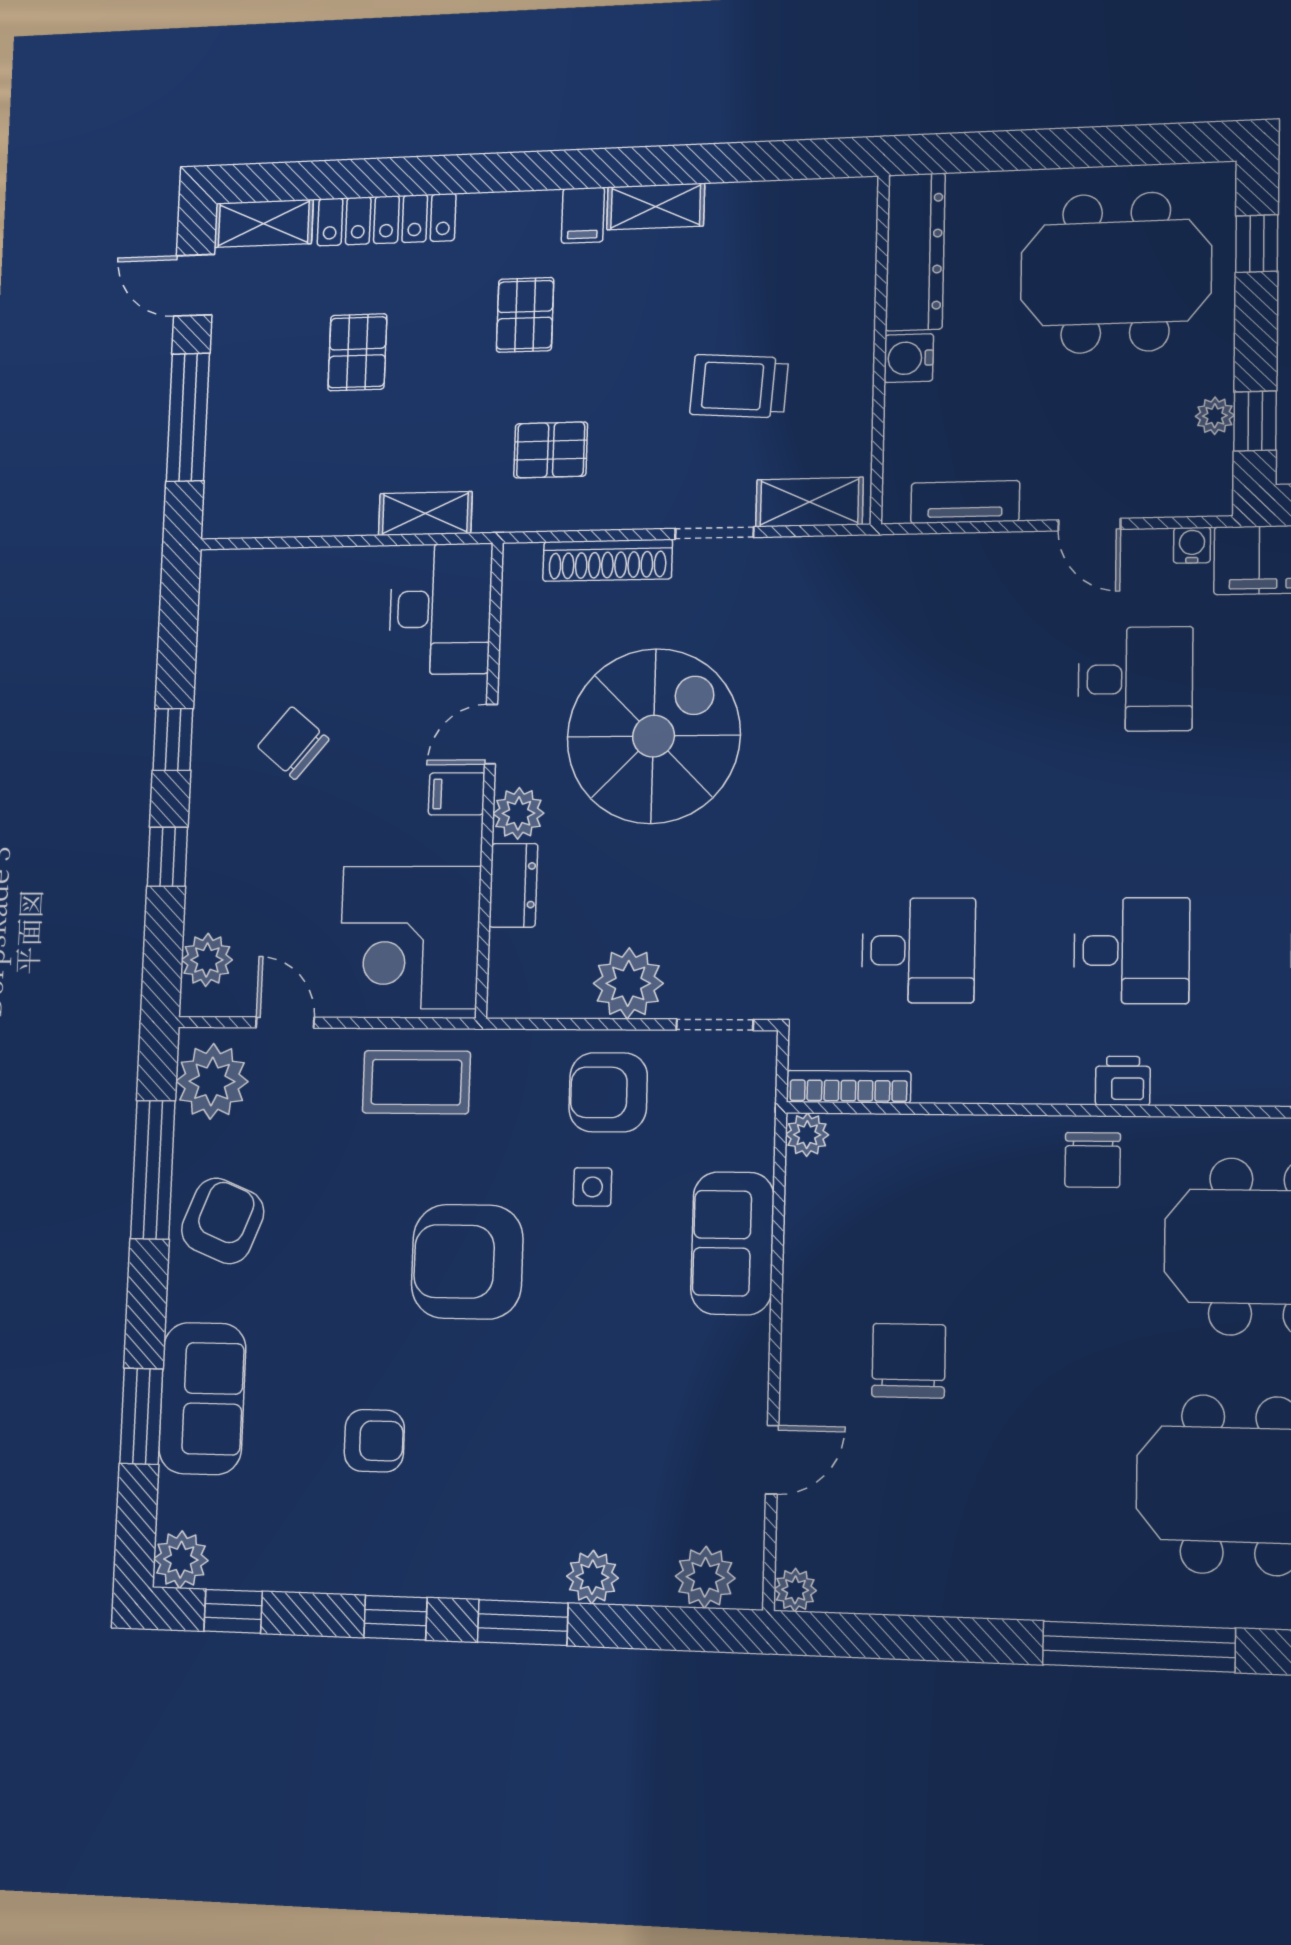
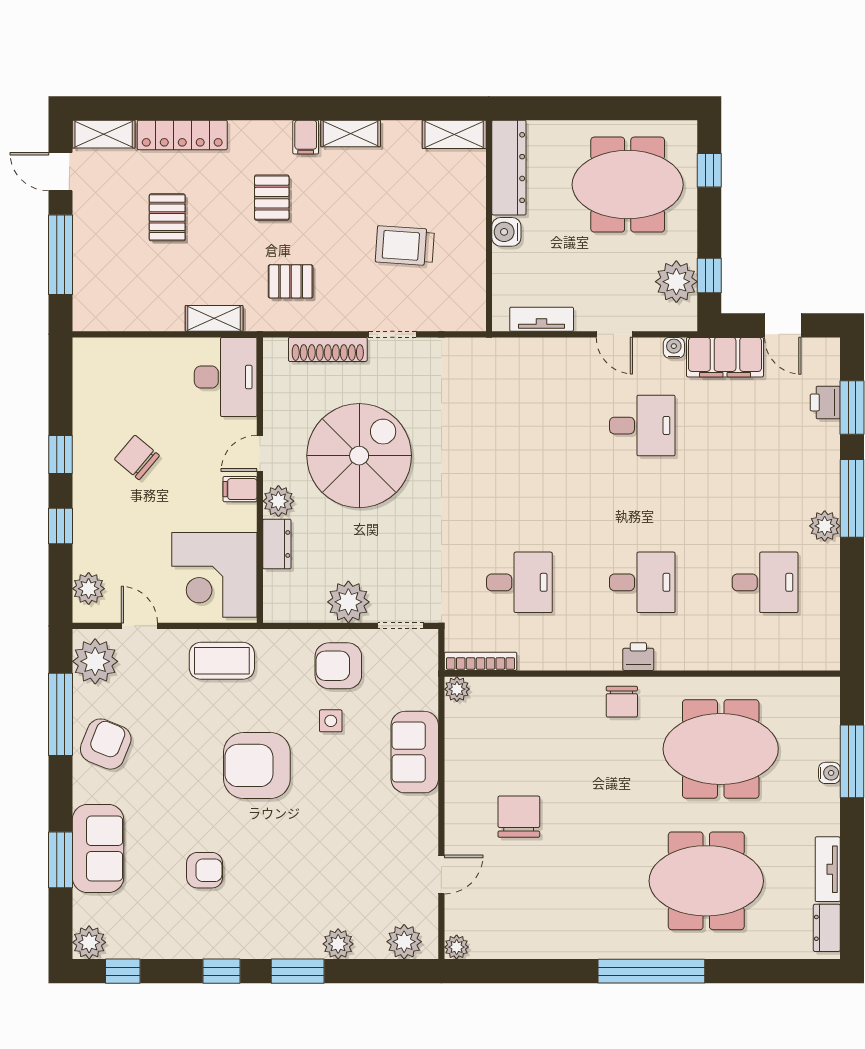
plant: (1215, 416) -> (676, 282), width x1.88, depth x1.88
shelving: (809, 502) -> (454, 134), moved

